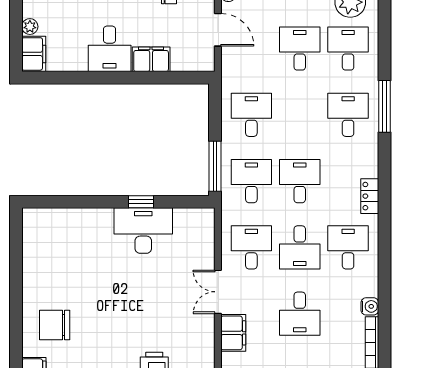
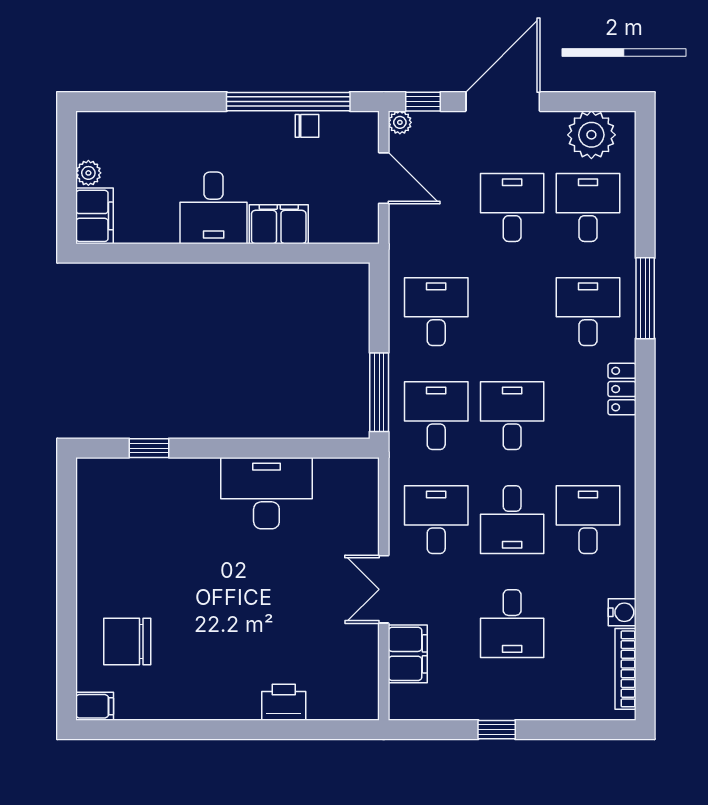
locker: (370, 196) -> (622, 389), moved
window: (141, 202) -> (149, 448), moved

